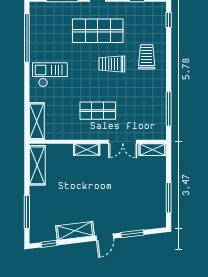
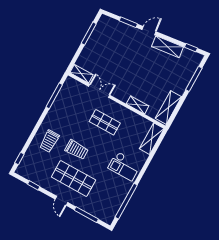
shelving: (87, 149) -> (138, 105), moved

